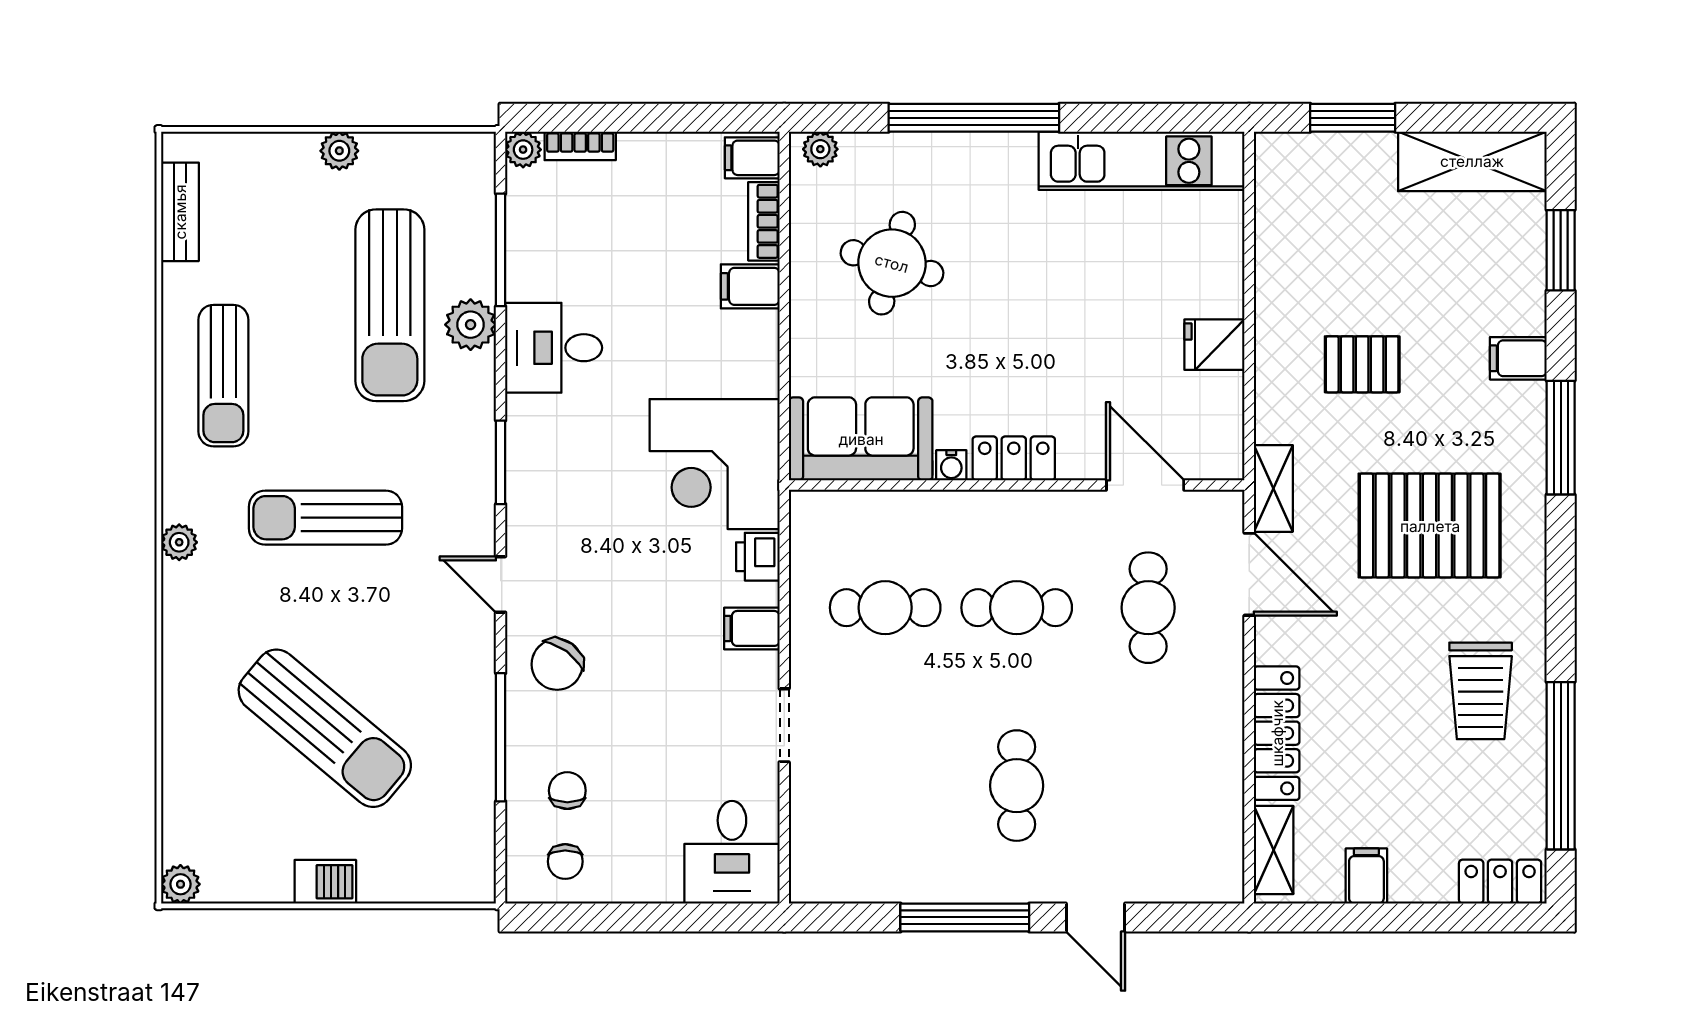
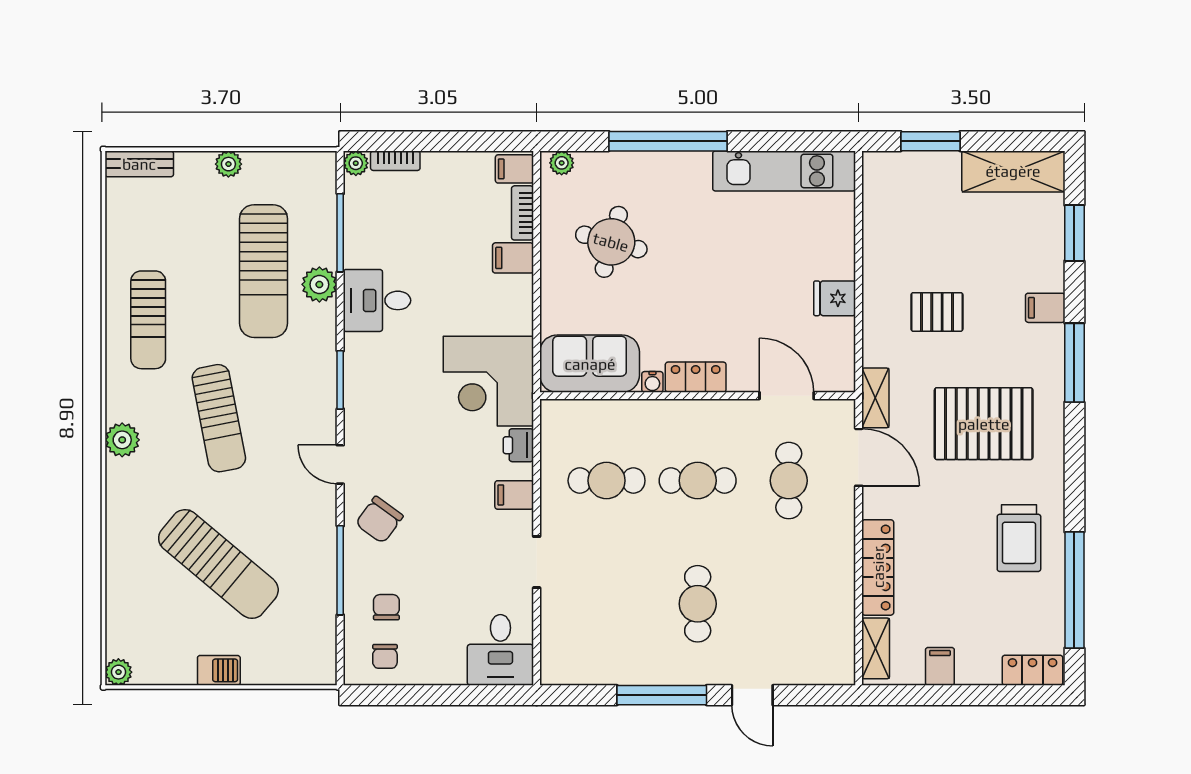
bench: (180, 212) -> (139, 164), moved, turned 90
sun lounger: (325, 518) -> (219, 418), turned -101
plant: (179, 542) -> (122, 440), width x1.38, depth x1.38

